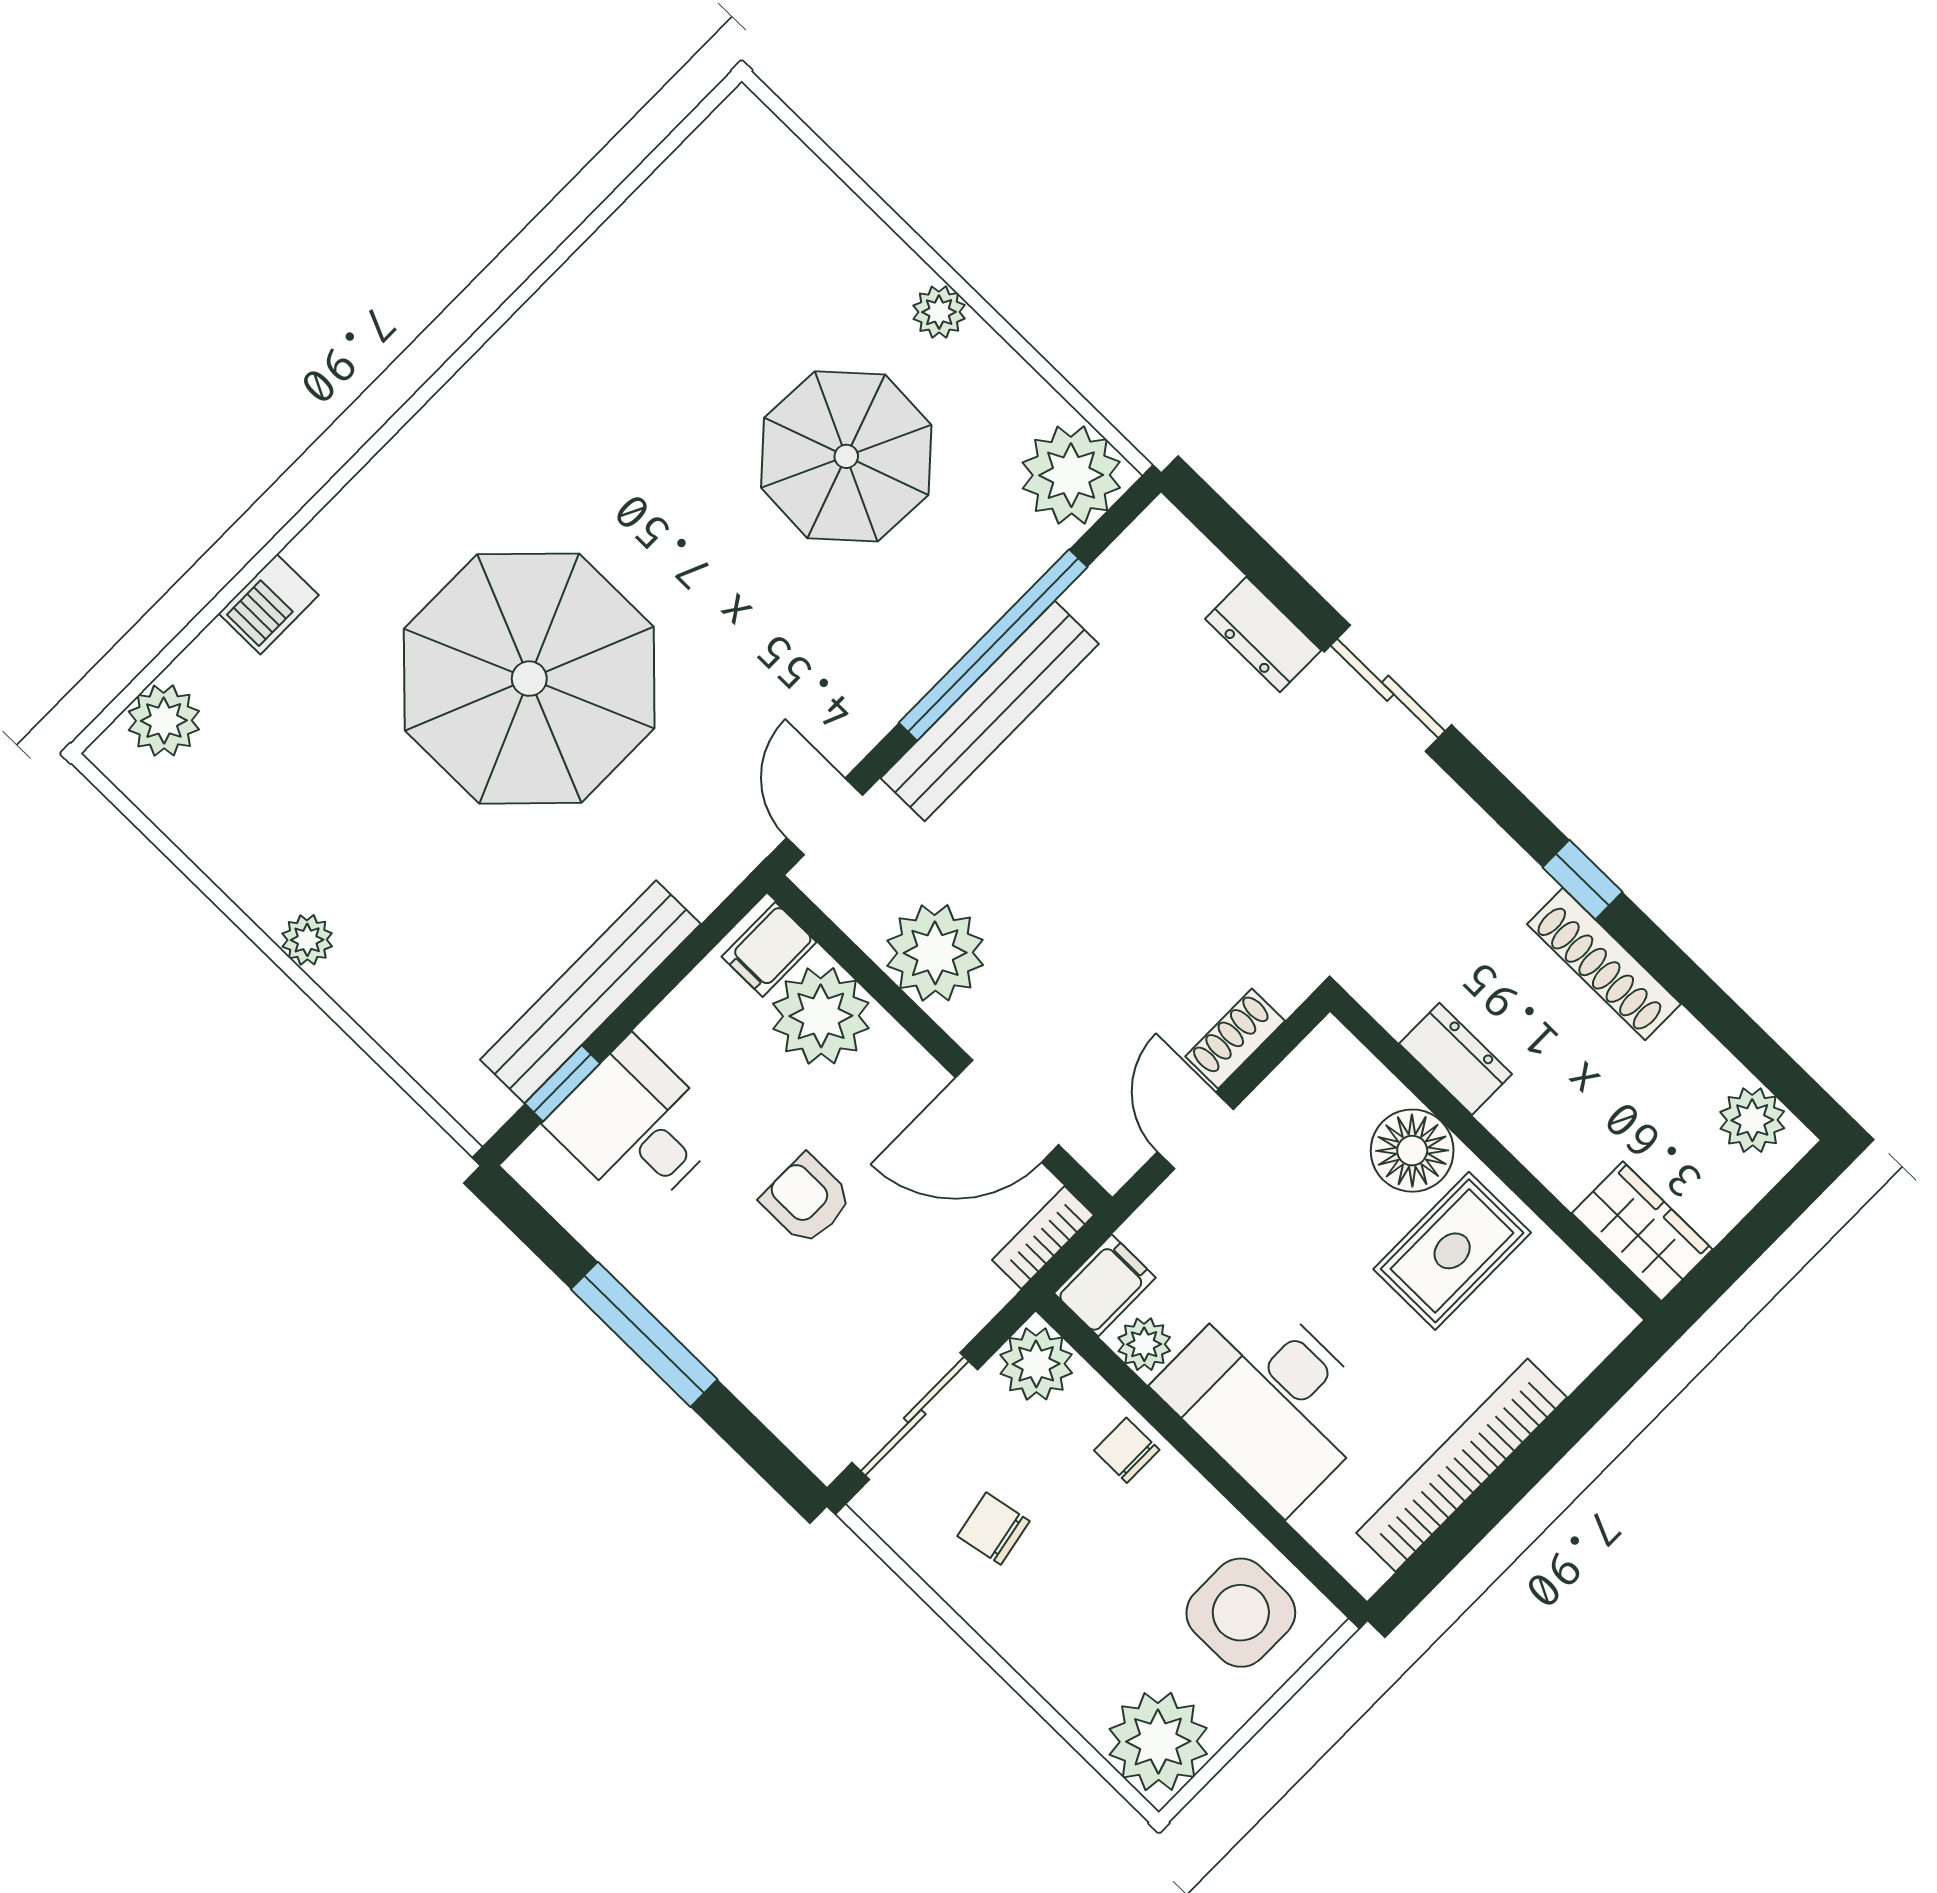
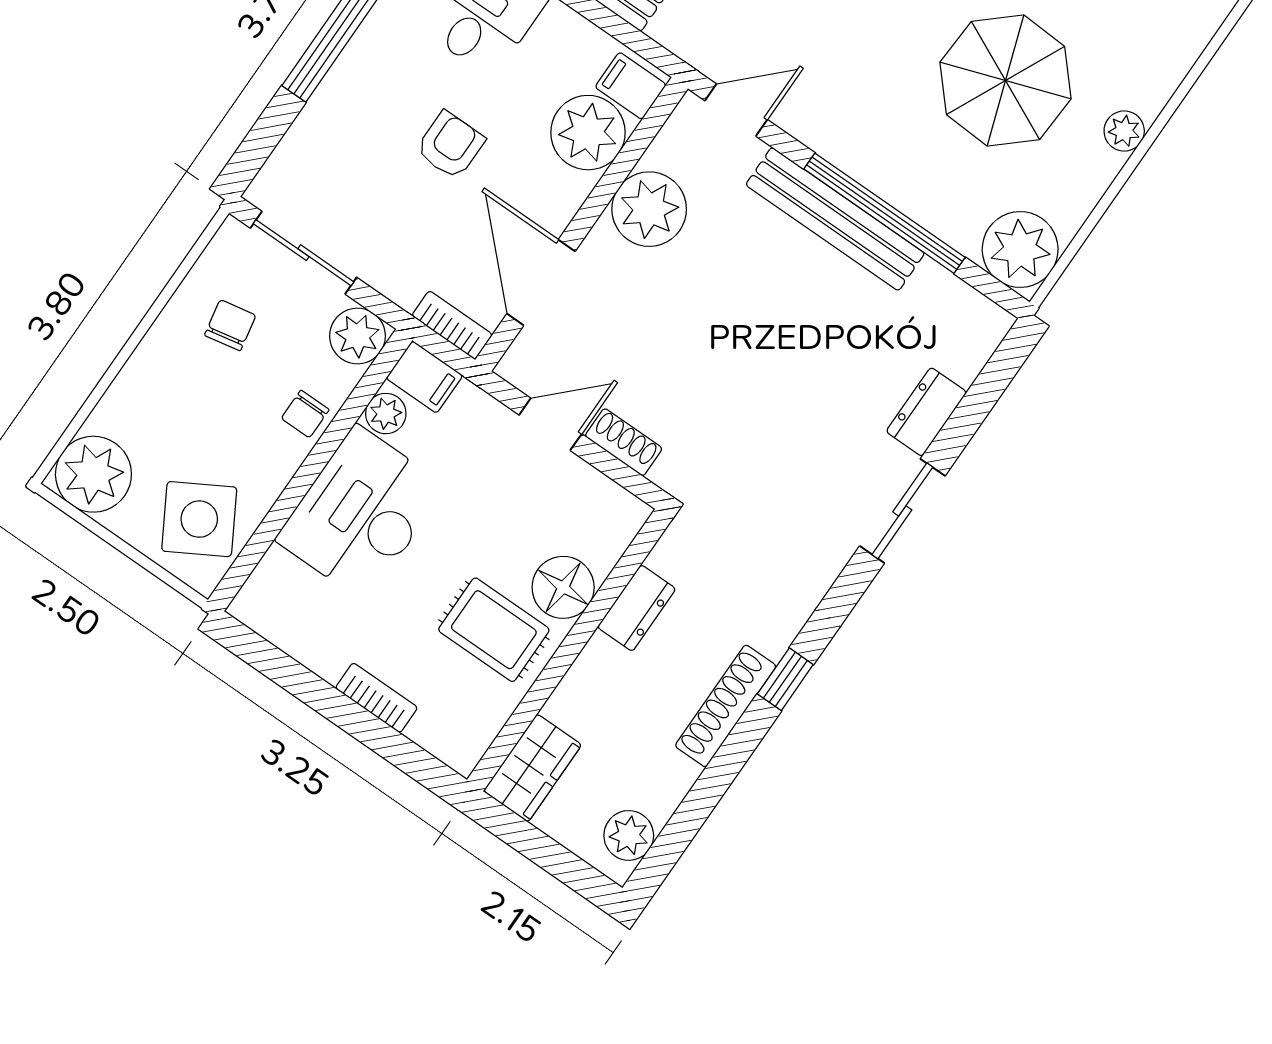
chair: (1127, 1450) -> (305, 414), turned 180
bookcase: (1462, 1465) -> (376, 698), width x0.43, depth x0.76
side table: (1241, 1613) -> (199, 519), turned -30

